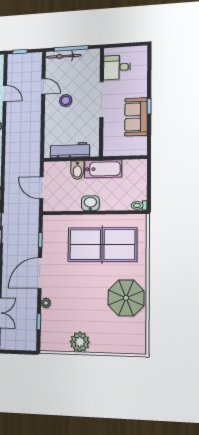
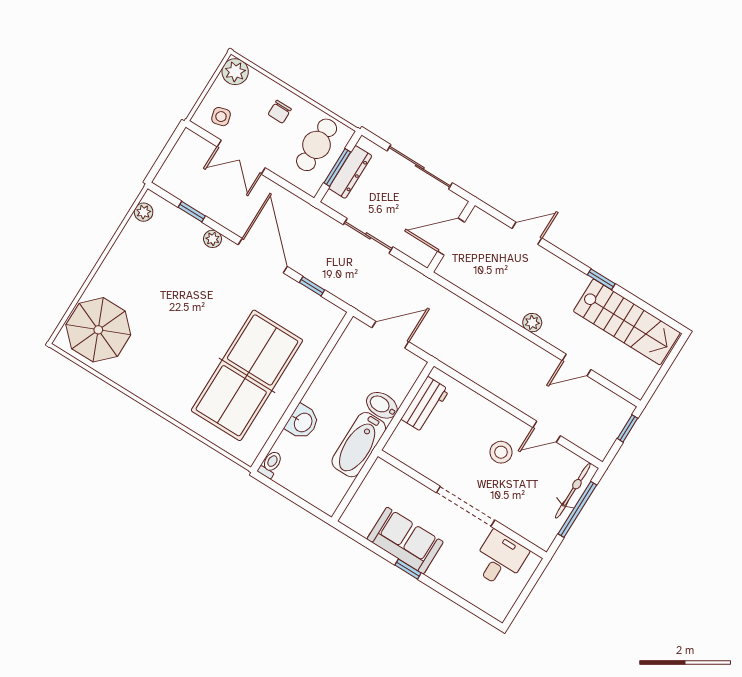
workbench: (70, 150) -> (425, 404), width x0.73
washbasin: (90, 203) -> (302, 422), moved
parasol: (126, 298) -> (98, 330), moved
plant: (80, 342) -> (144, 212), moved, width x0.53, depth x0.53

